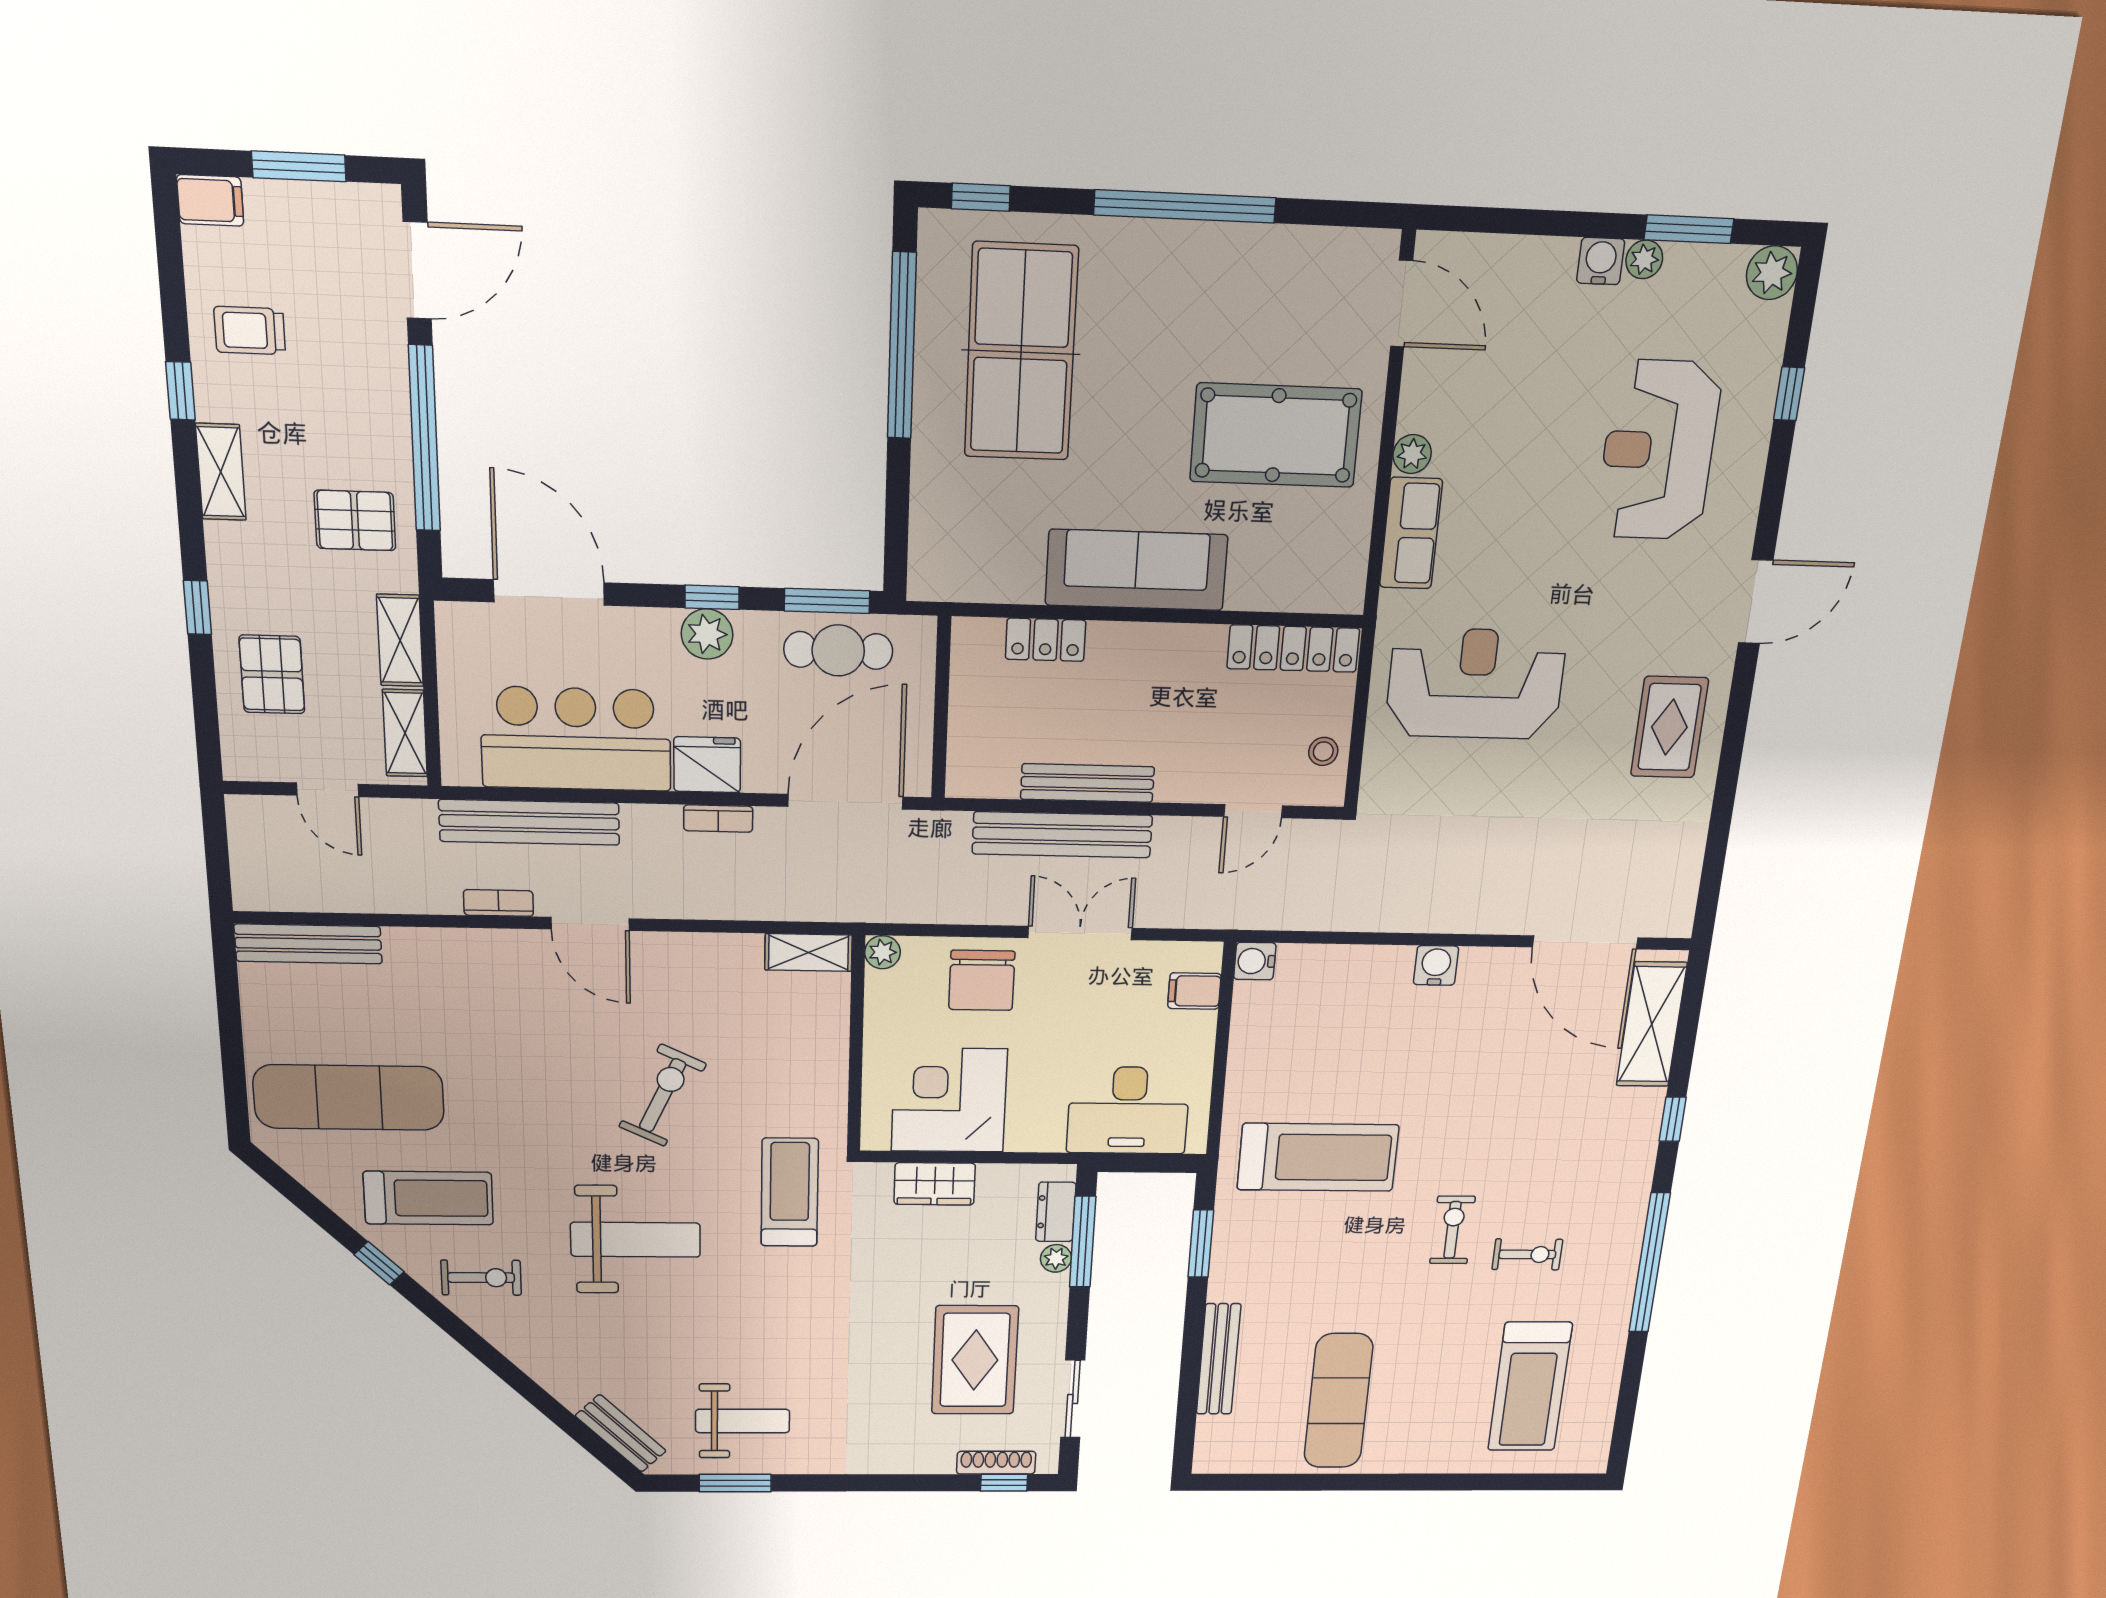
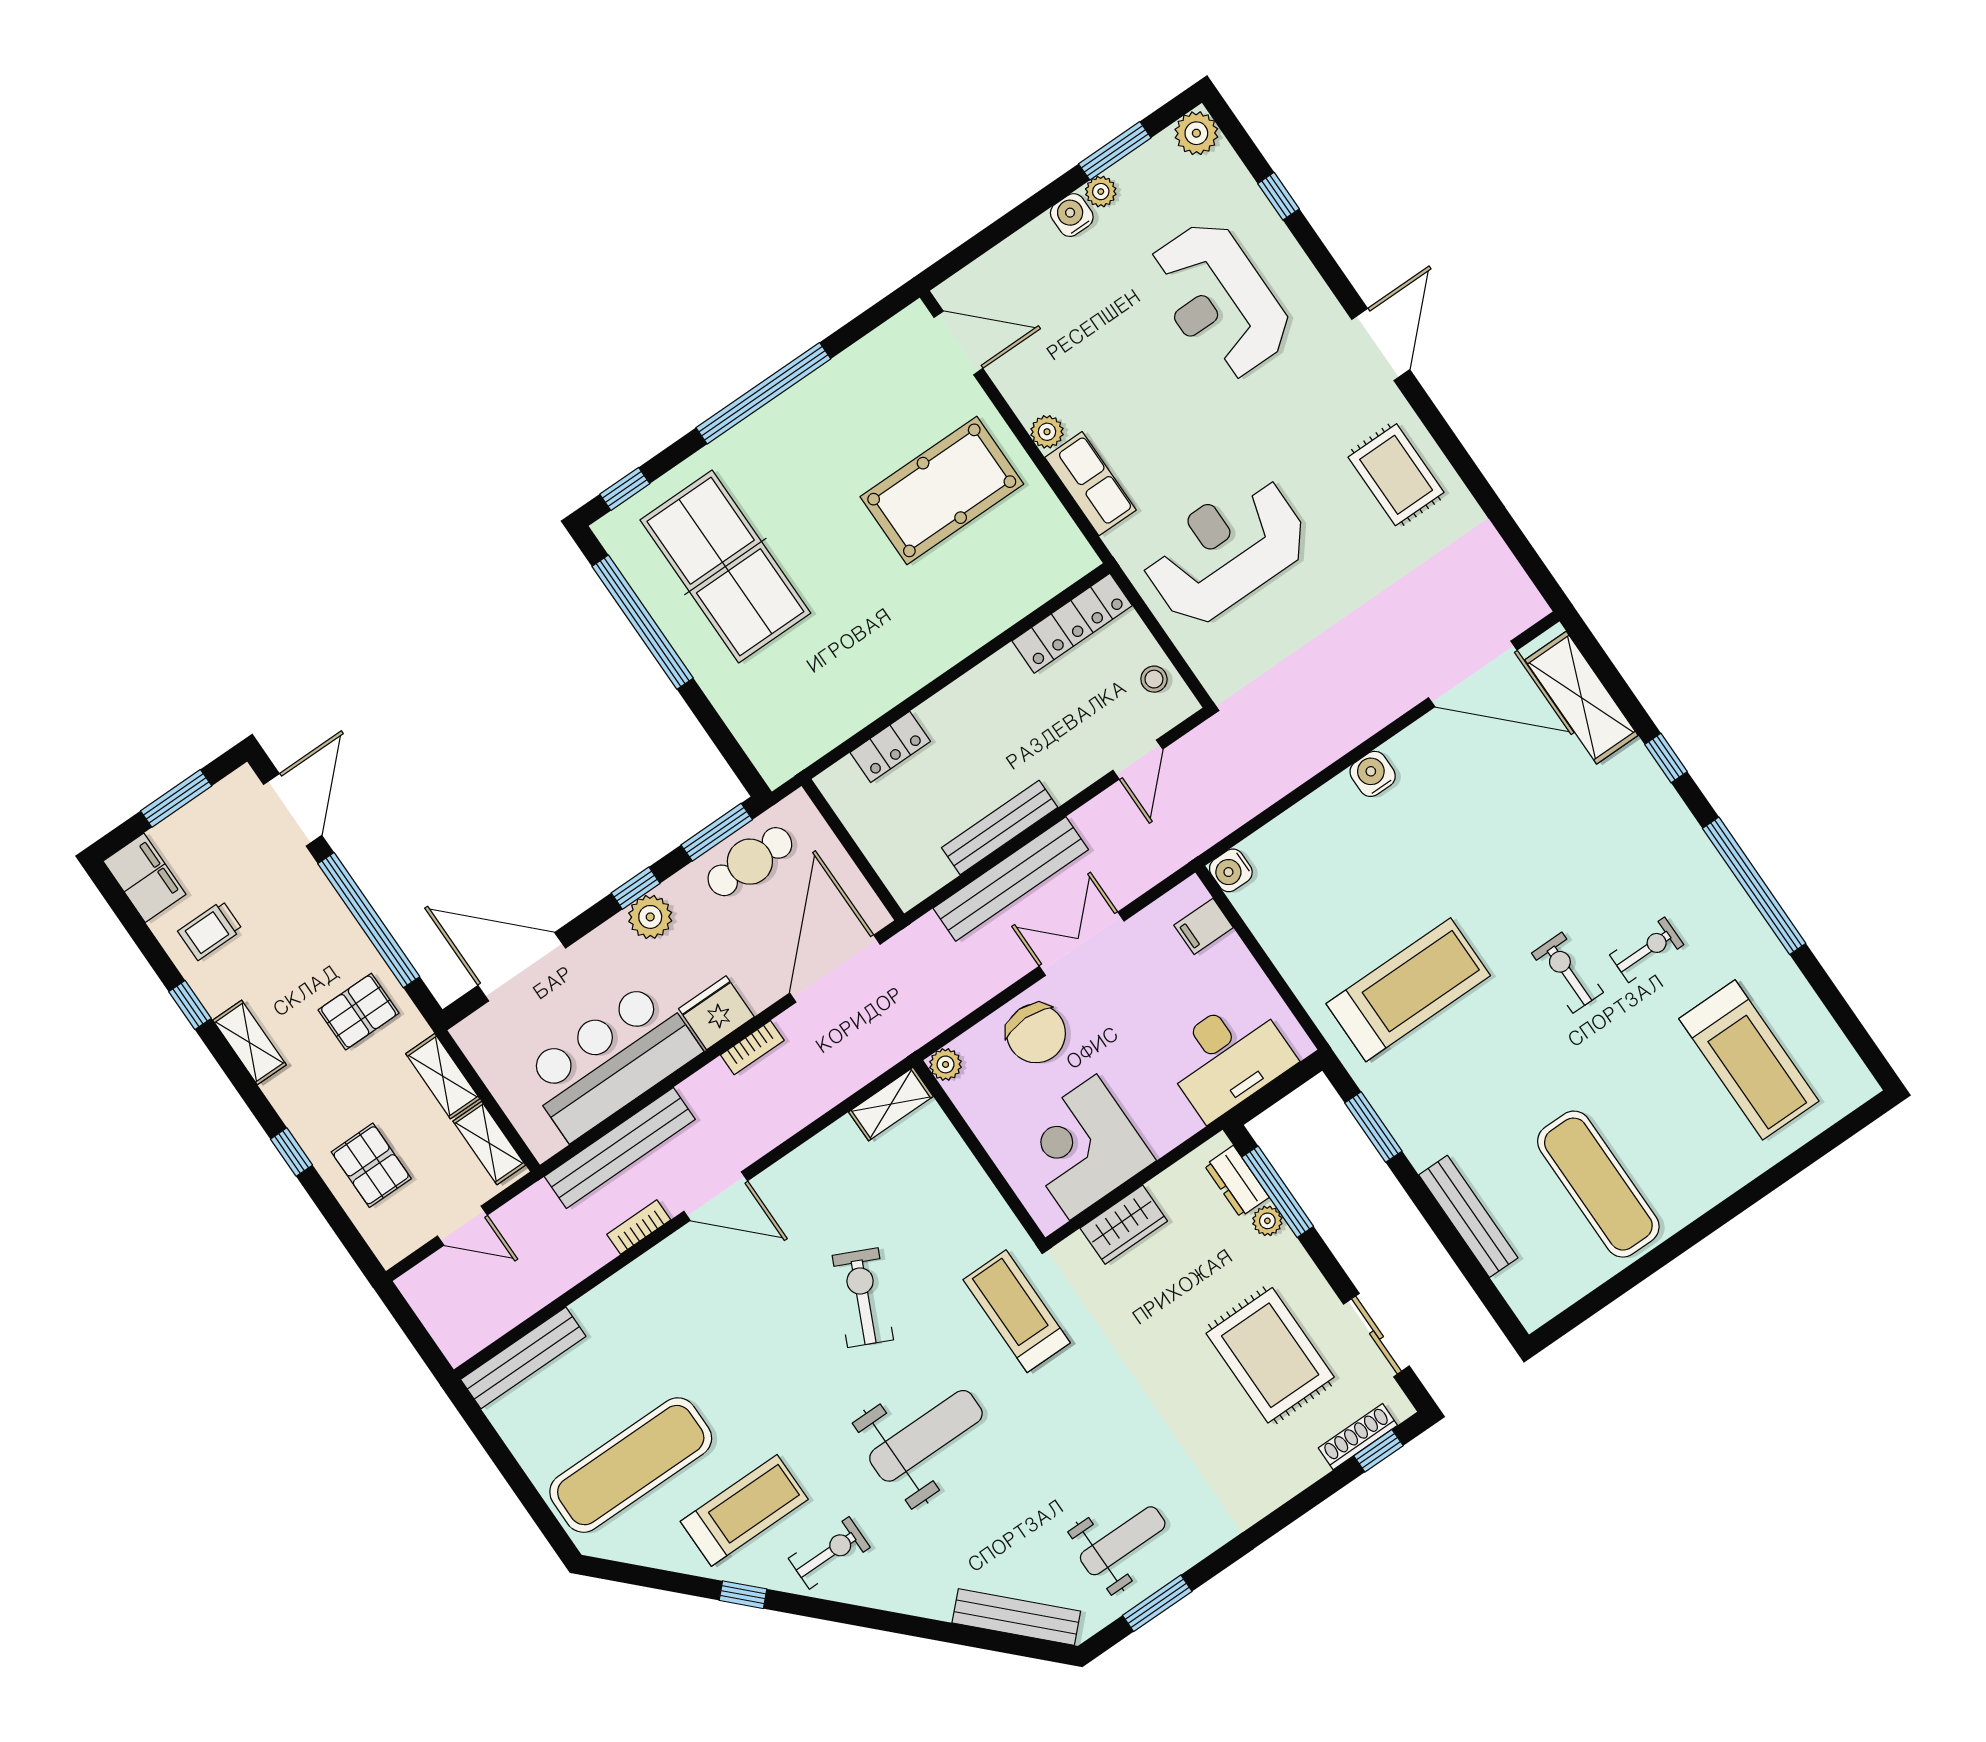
filing cabinet: (210, 200) -> (145, 878), width x2.00
sofa: (1136, 570) -> (917, 652), removed
bench: (621, 1433) -> (1016, 1617), width x1.36

